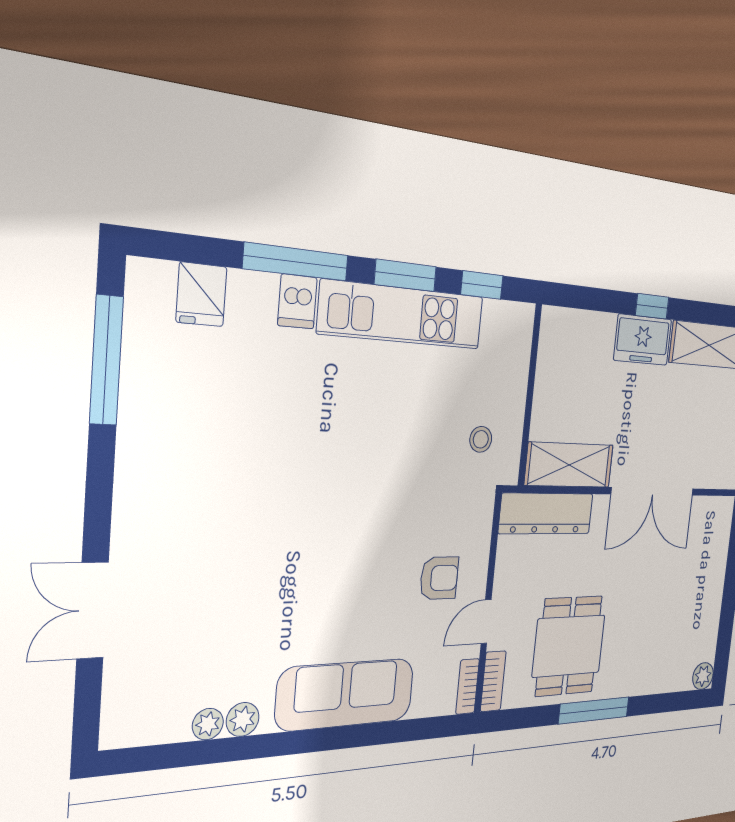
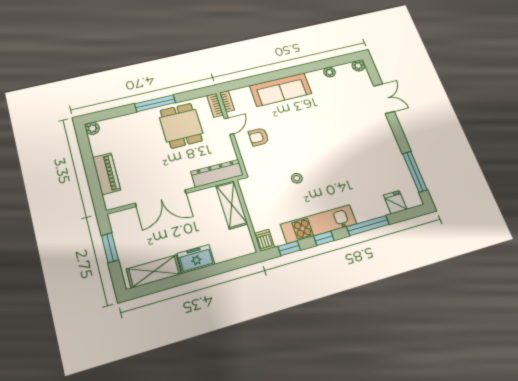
window: (405, 275) -> (324, 238), width x0.67
dishwasher: (297, 301) -> (264, 240), moved
window: (652, 306) -> (197, 275), removed
stool: (481, 439) -> (297, 178), moved
shelving: (569, 465) -> (232, 205), moved, turned 90
double door: (653, 491) -> (161, 198), swing flipped
piano: (712, 573) -> (107, 174), added
plant: (243, 719) -> (358, 66), moved

